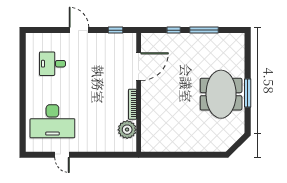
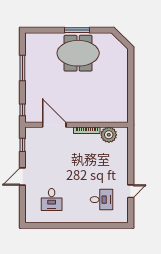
window: (174, 30) -> (22, 110), moved
desk: (52, 121) -> (102, 200), width x0.53, depth x0.77

